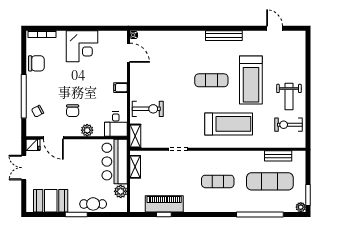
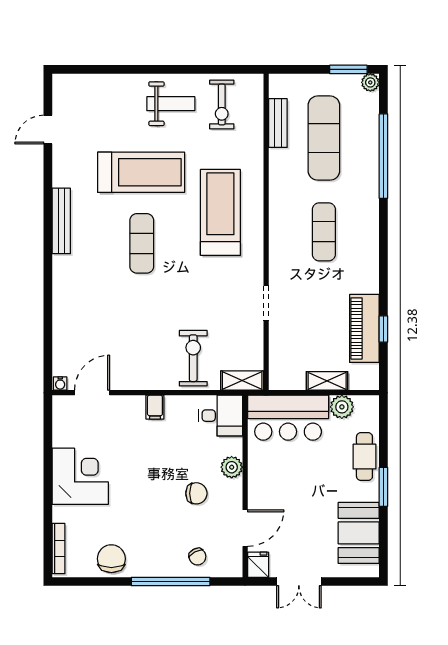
shelving: (135, 167) -> (327, 381), moved

